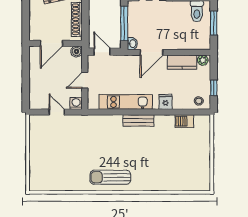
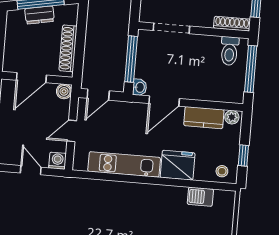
window: (214, 23) -> (251, 69), width x1.44
door: (102, 52) -> (98, 95), swing flipped
fridge: (165, 102) -> (178, 165), width x1.88, depth x1.34
bench: (138, 120) -> (139, 191), removed

